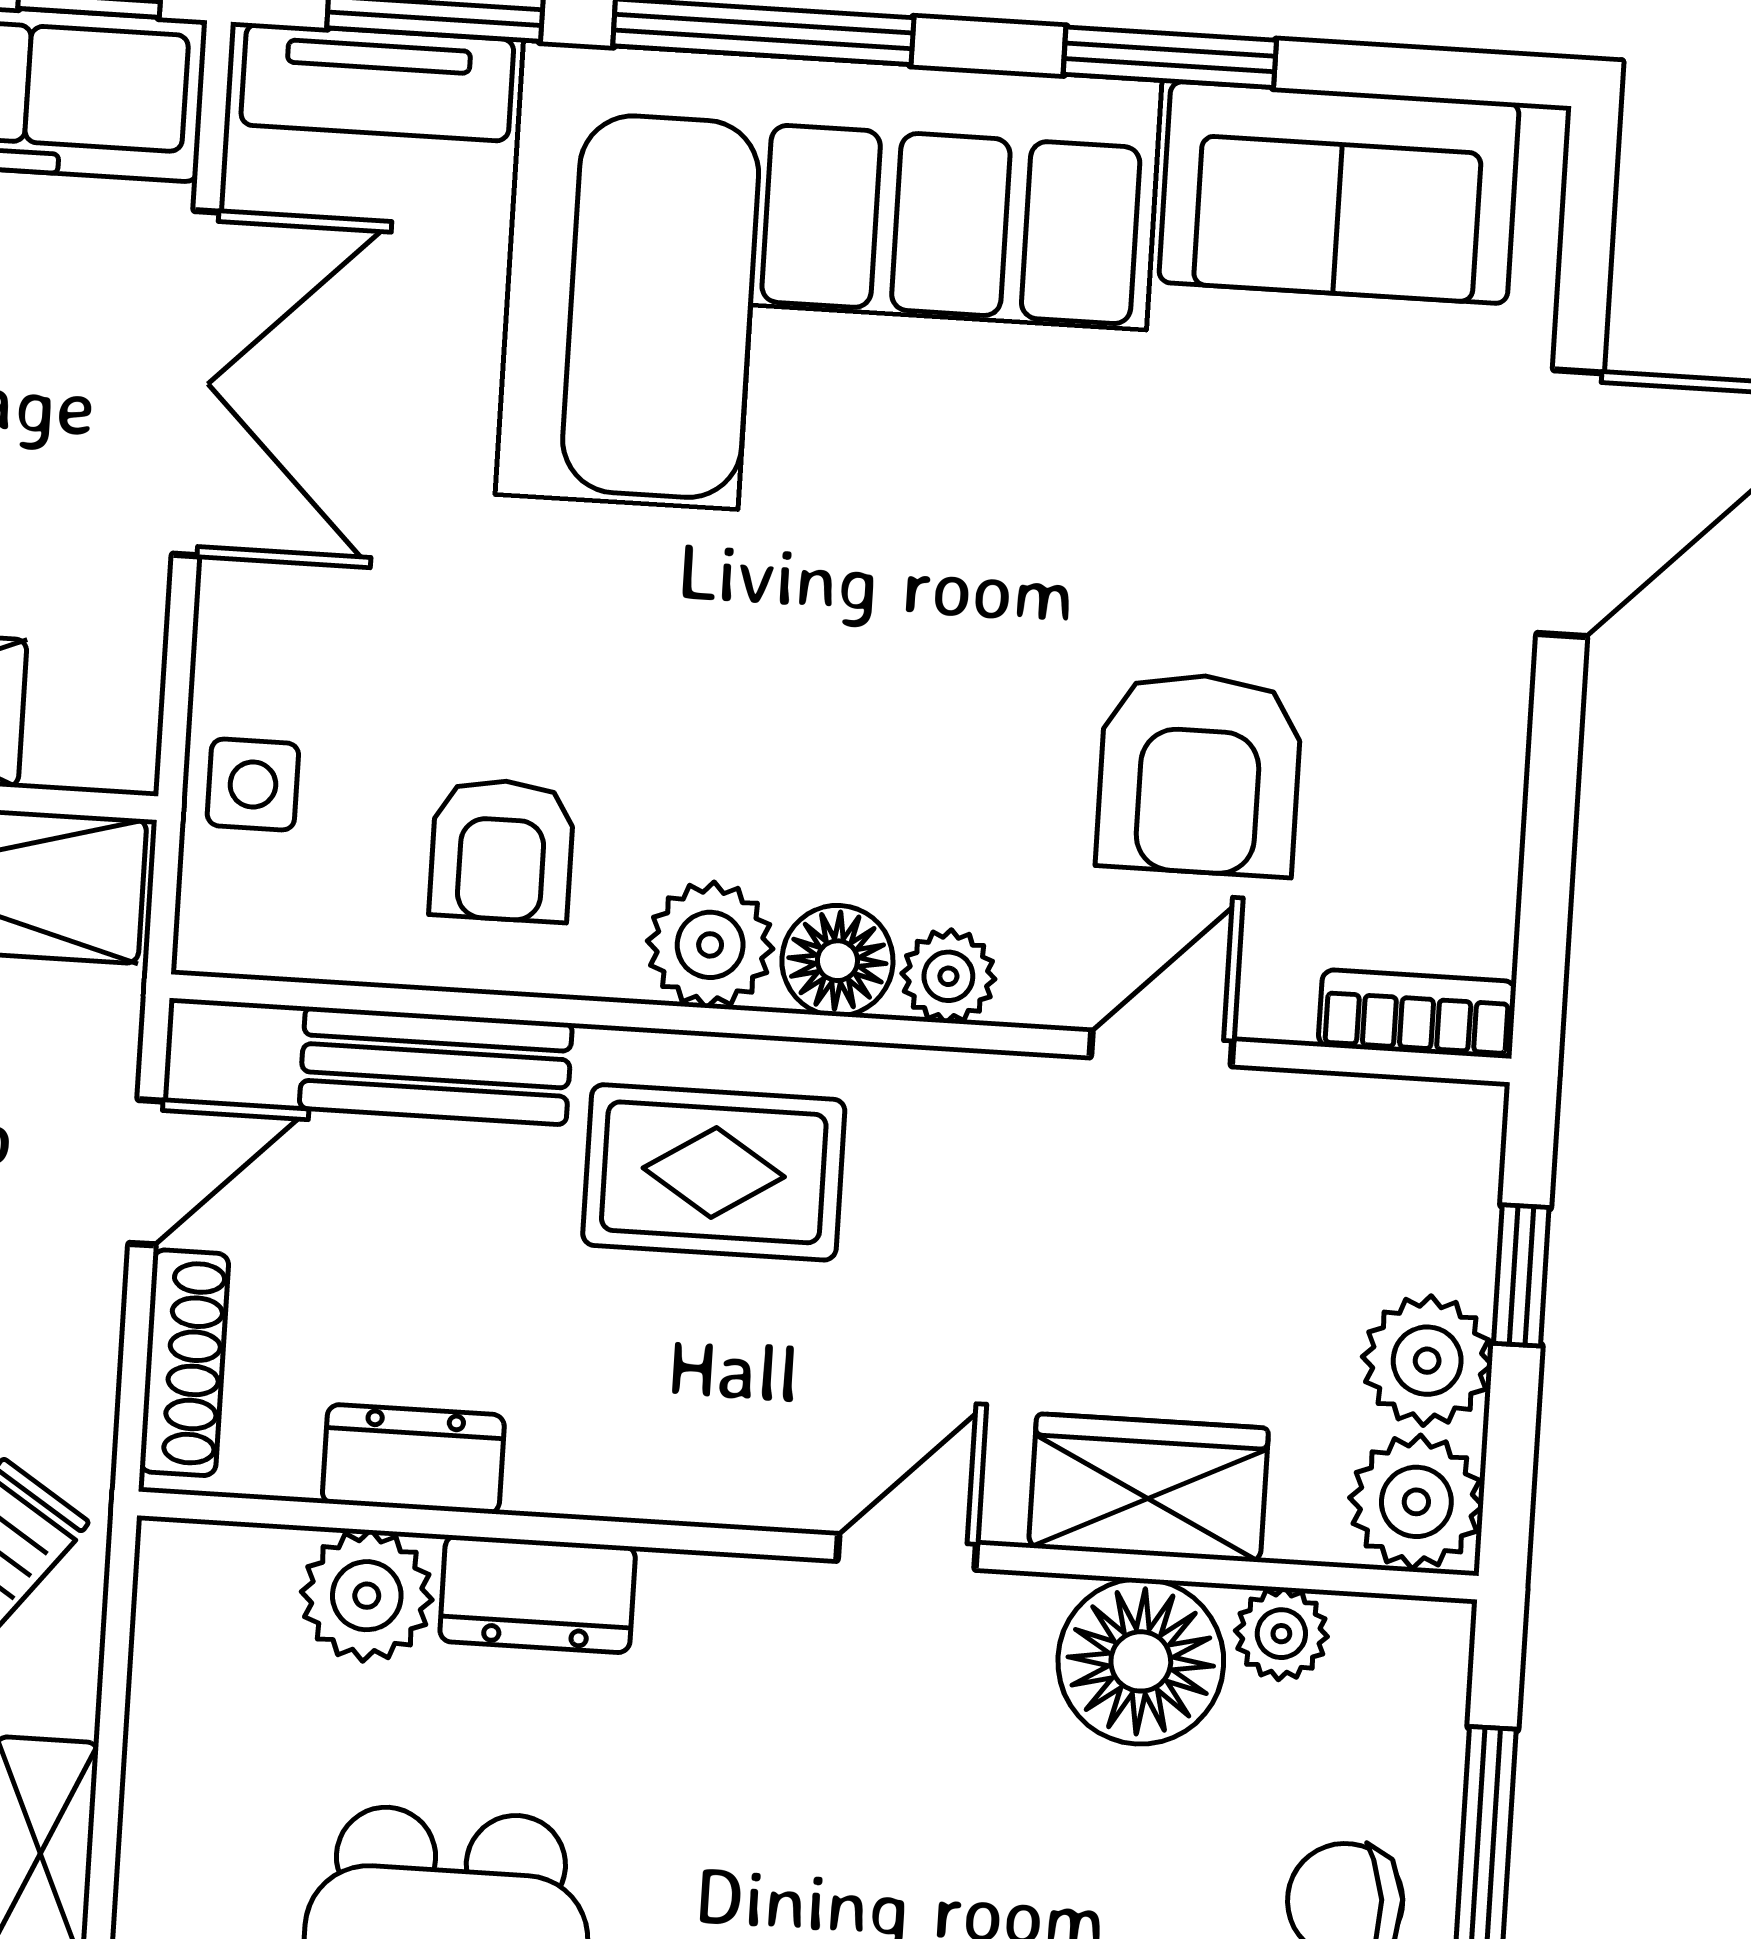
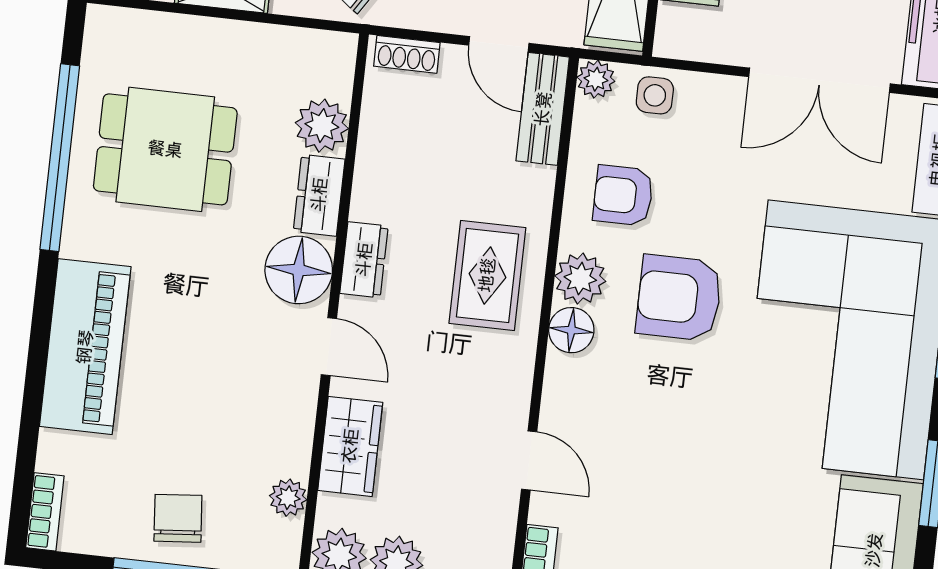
armchair: (1199, 774) -> (679, 298), moved
plant: (948, 976) -> (596, 79), moved
bench: (436, 1066) -> (543, 109), moved
shoe rack: (184, 1363) -> (407, 54), width x0.70
dresser: (413, 1459) -> (364, 260), moved
floor lamp: (1141, 1661) -> (299, 270), moved

